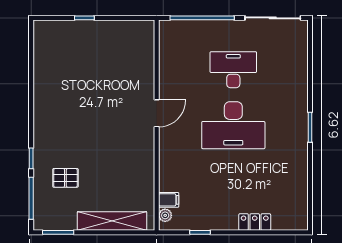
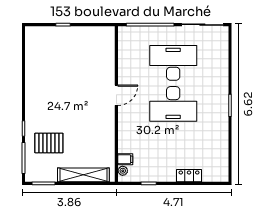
desk: (233, 70) -> (173, 63), width x1.36, depth x1.30
pallet: (65, 178) -> (49, 143), width x1.50, depth x1.42

